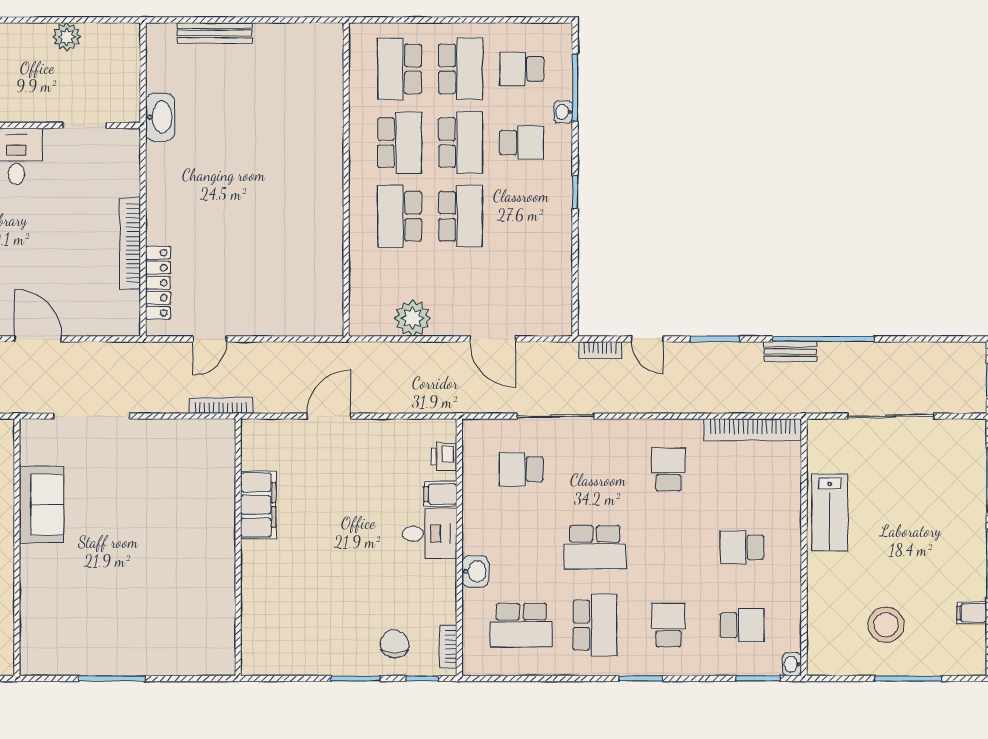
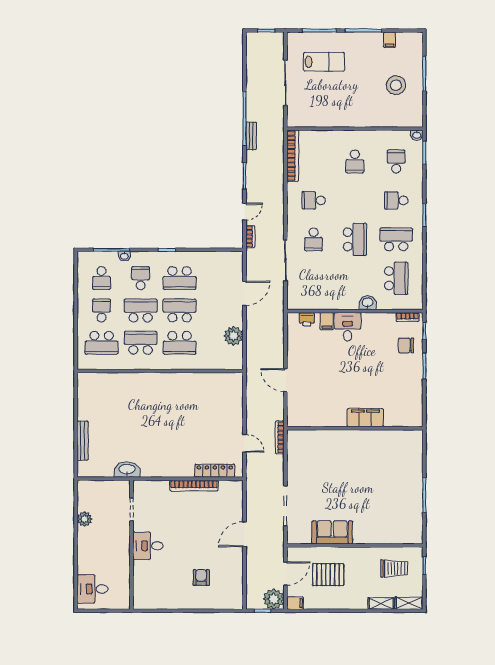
school desk: (461, 69) -> (102, 310), width x0.54
school desk: (522, 216) -> (180, 278), added
school desk: (521, 469) -> (314, 239), moved
filing cabinet: (258, 505) -> (365, 418), moved
lab bench: (830, 512) -> (324, 62), moved

